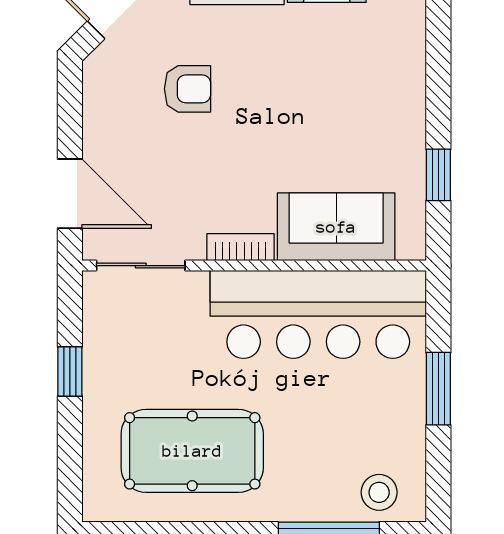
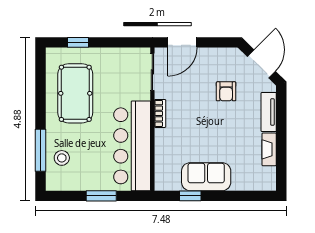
sofa: (336, 227) -> (206, 177), moved, turned -90
window: (70, 371) -> (78, 42), moved
stool: (379, 492) -> (62, 158), moved

